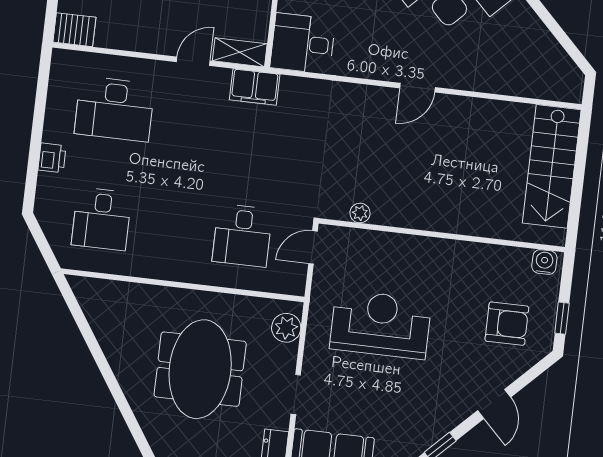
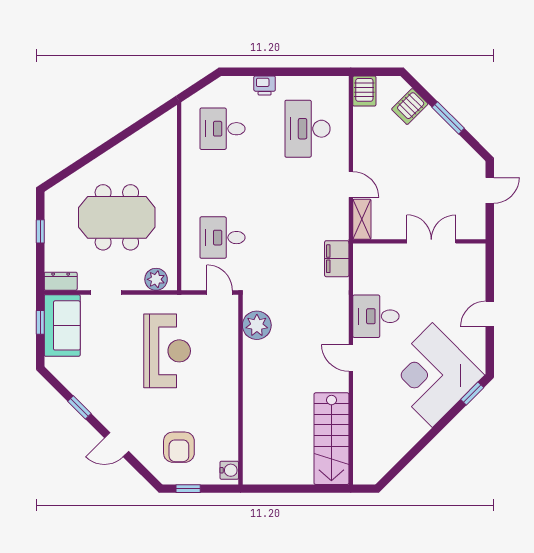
desk: (303, 44) -> (376, 316), moved, turned -90
filing cabinet: (255, 87) -> (337, 259), moved
stairs: (552, 166) -> (331, 439), moved, turned -90
plant: (360, 213) -> (257, 325), width x1.88, depth x1.88

